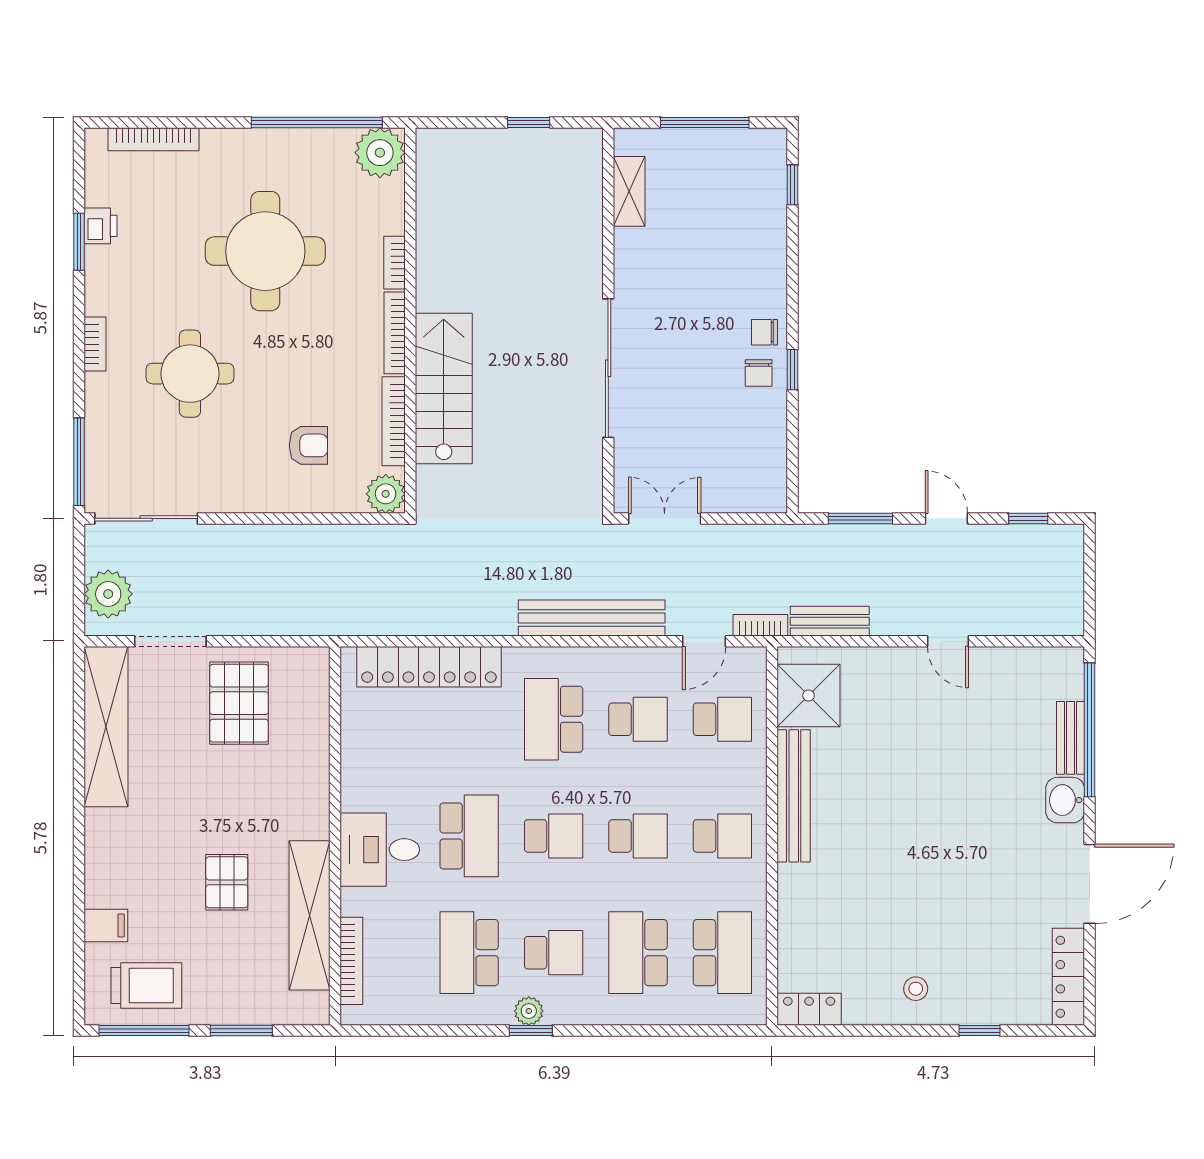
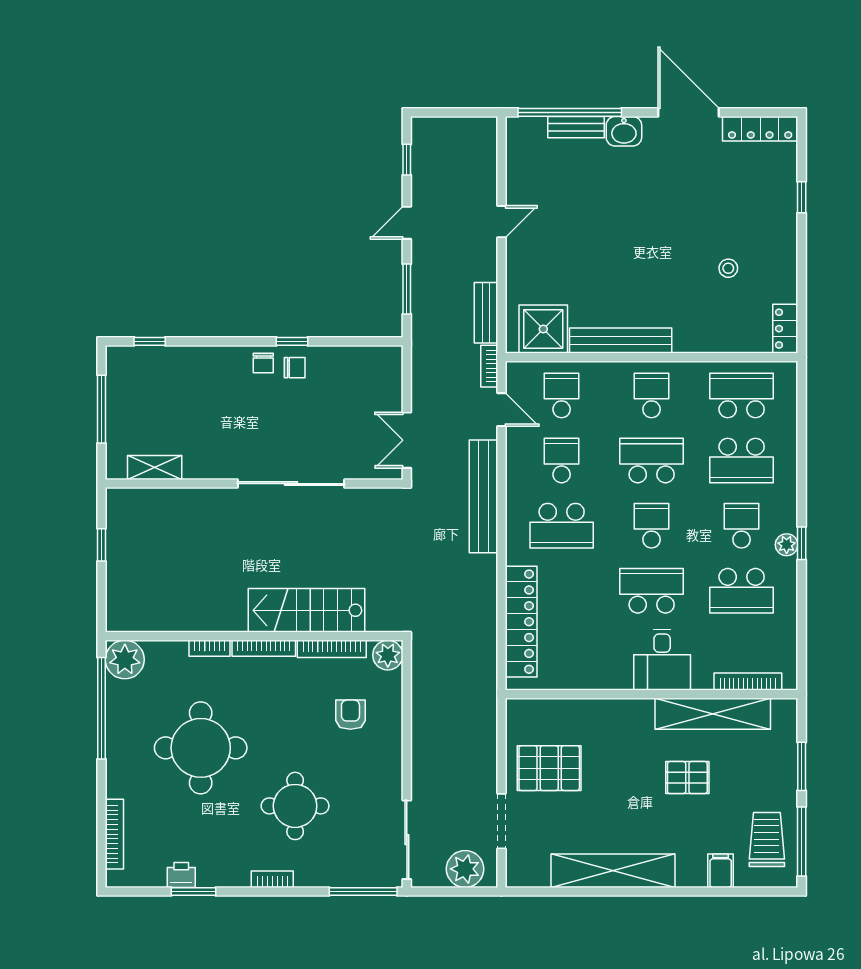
shelving: (106, 727) -> (613, 871), moved
school desk: (638, 836) -> (652, 461), width x1.85
stool: (916, 989) -> (728, 268), moved

